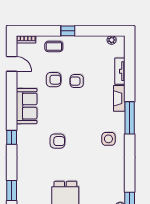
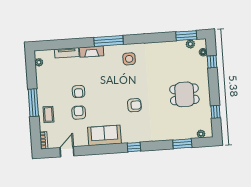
window: (68, 31) -> (33, 103), width x2.17
armchair: (57, 141) -> (134, 105), turned 90

